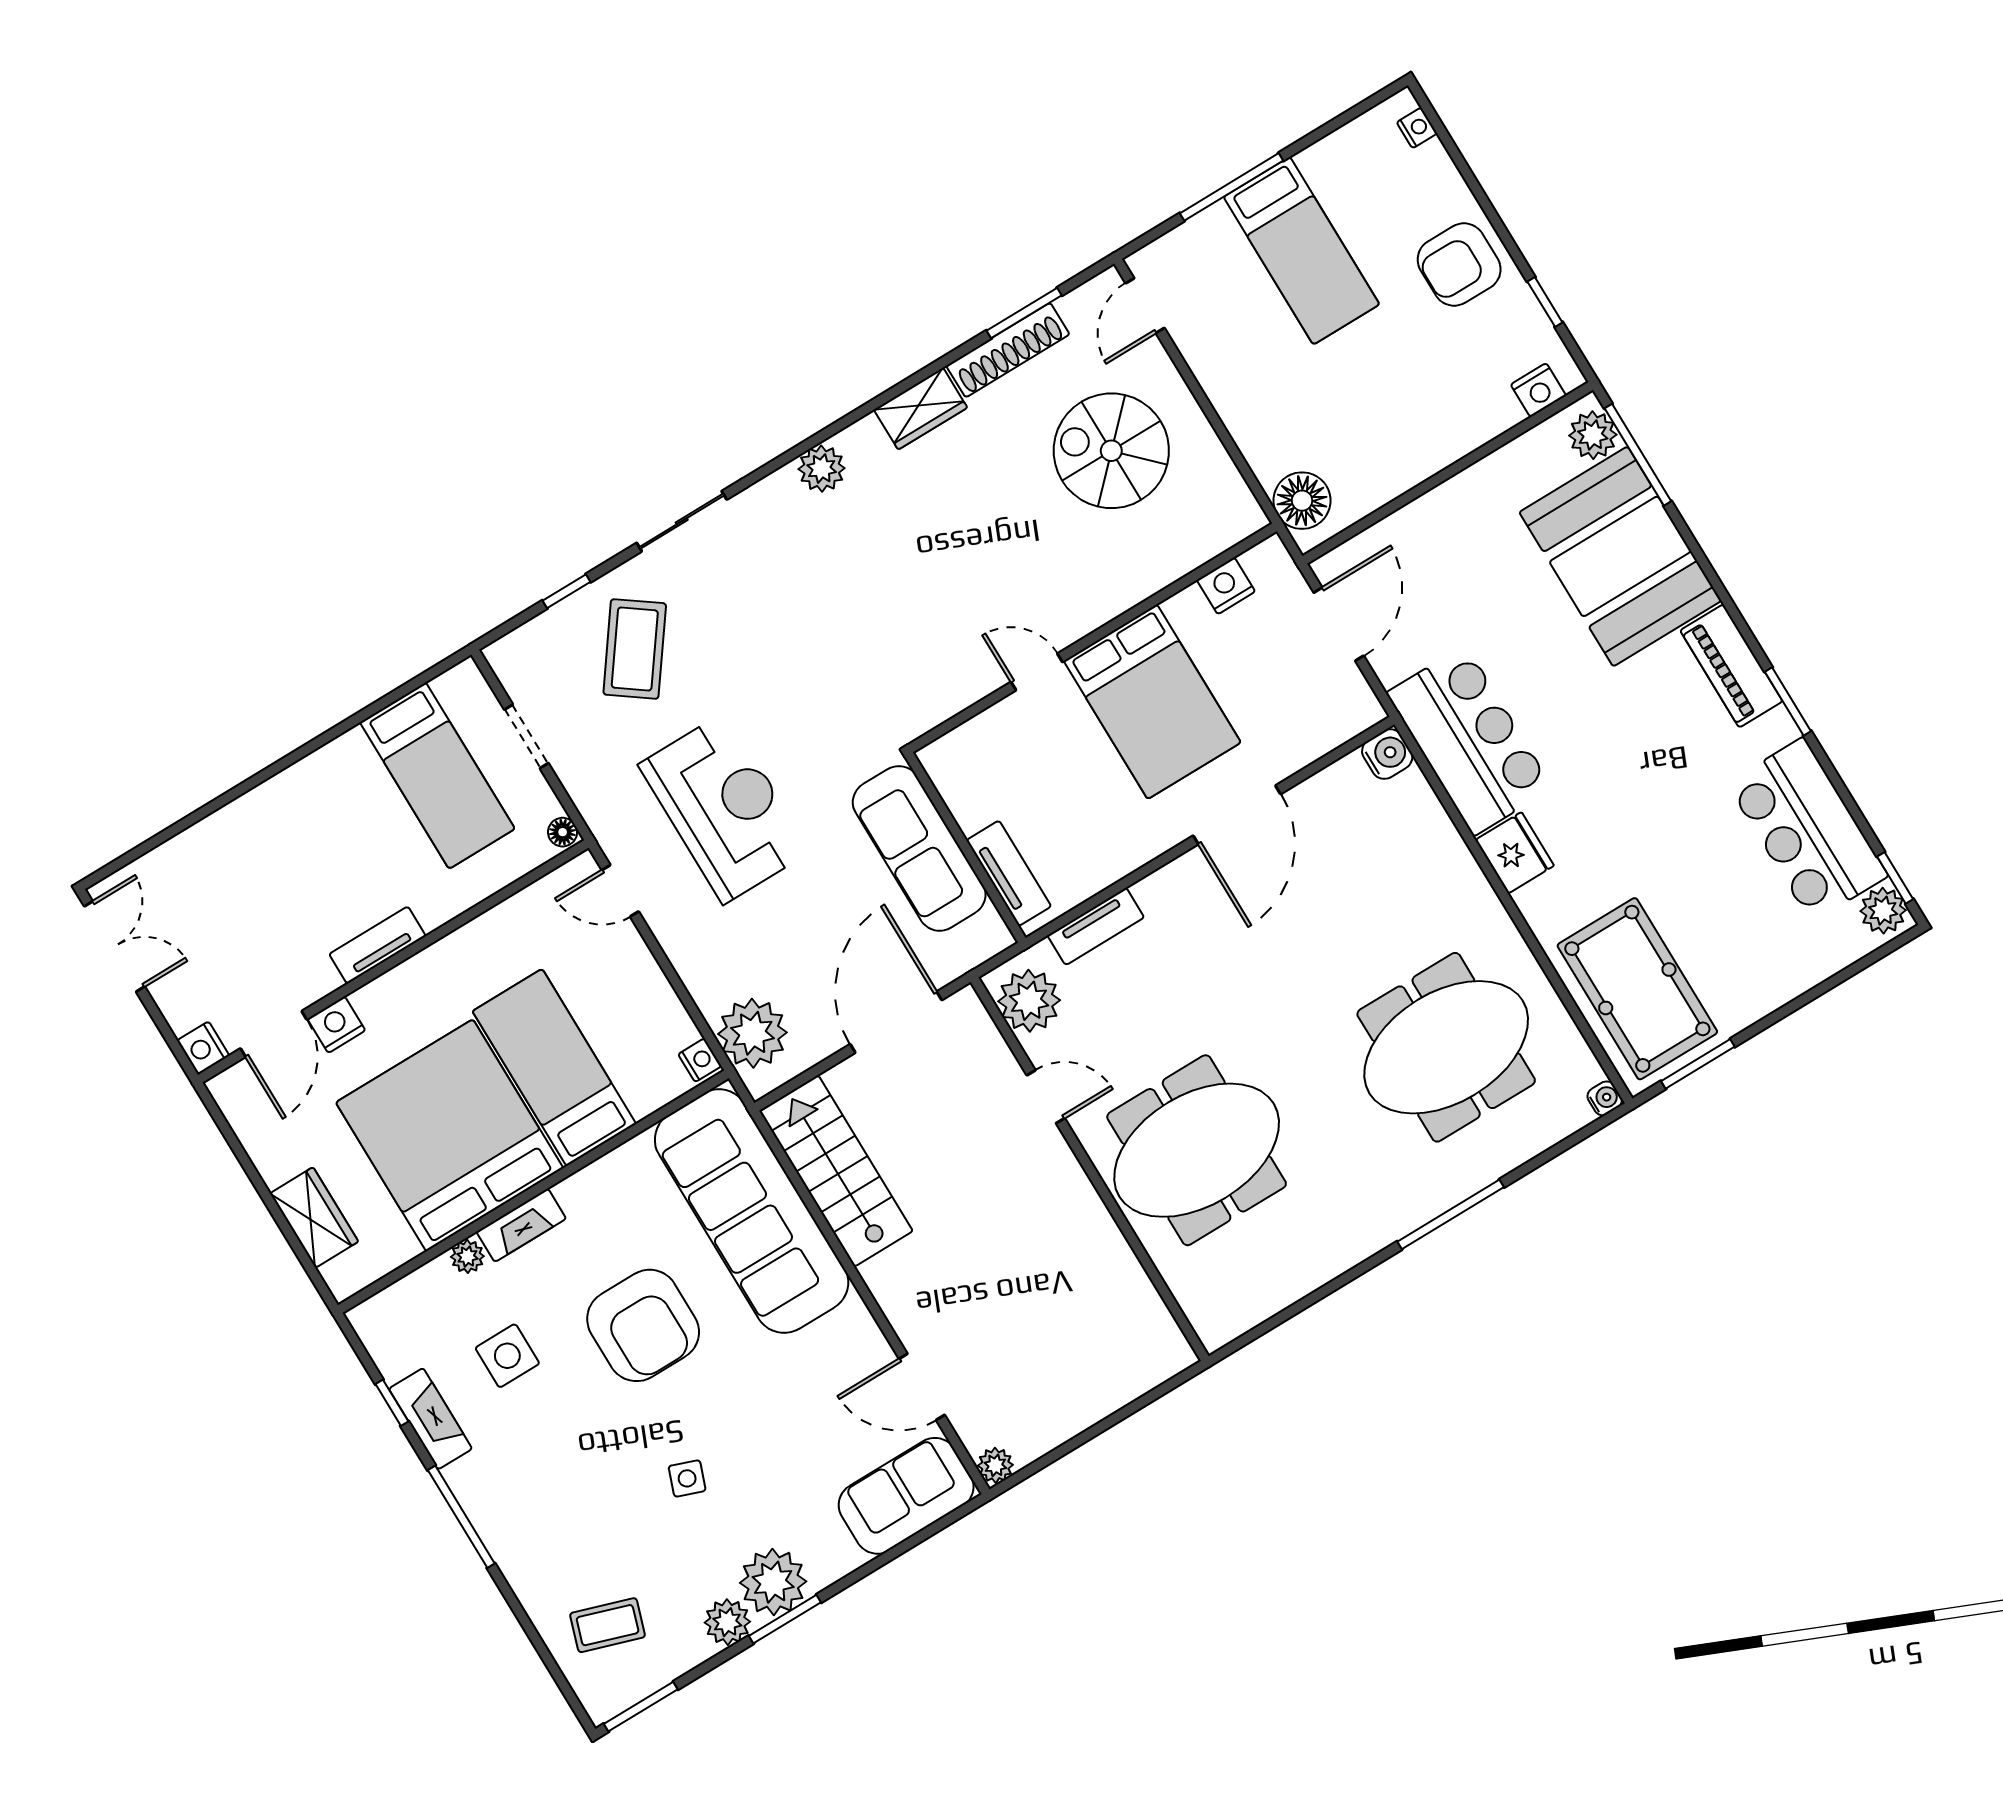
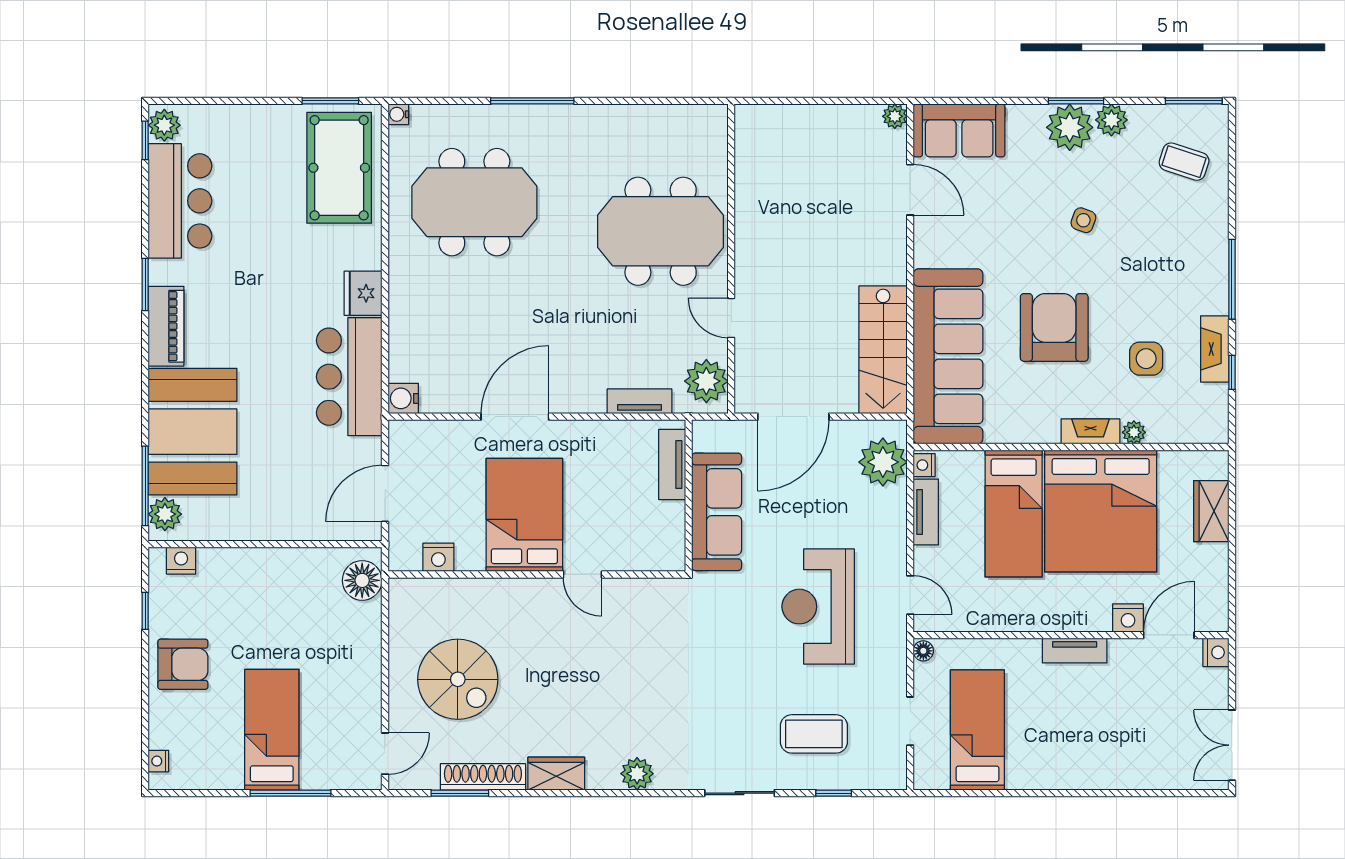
coffee table: (635, 649) -> (814, 734), turned 54
tv unit: (663, 1004) -> (926, 512), added

